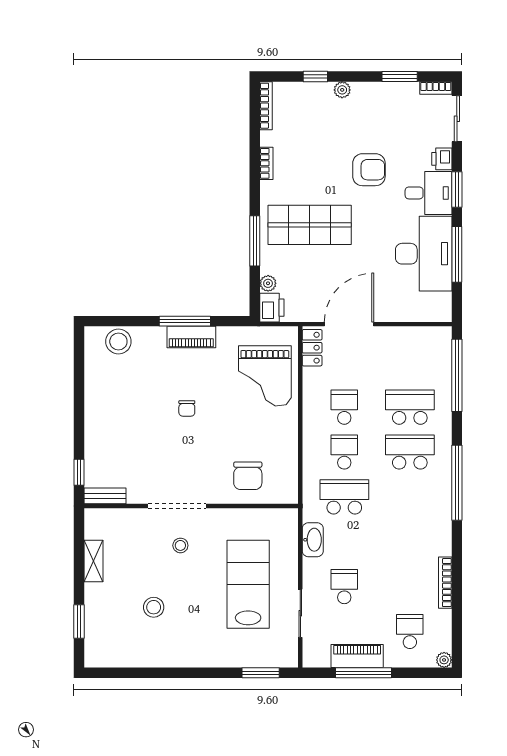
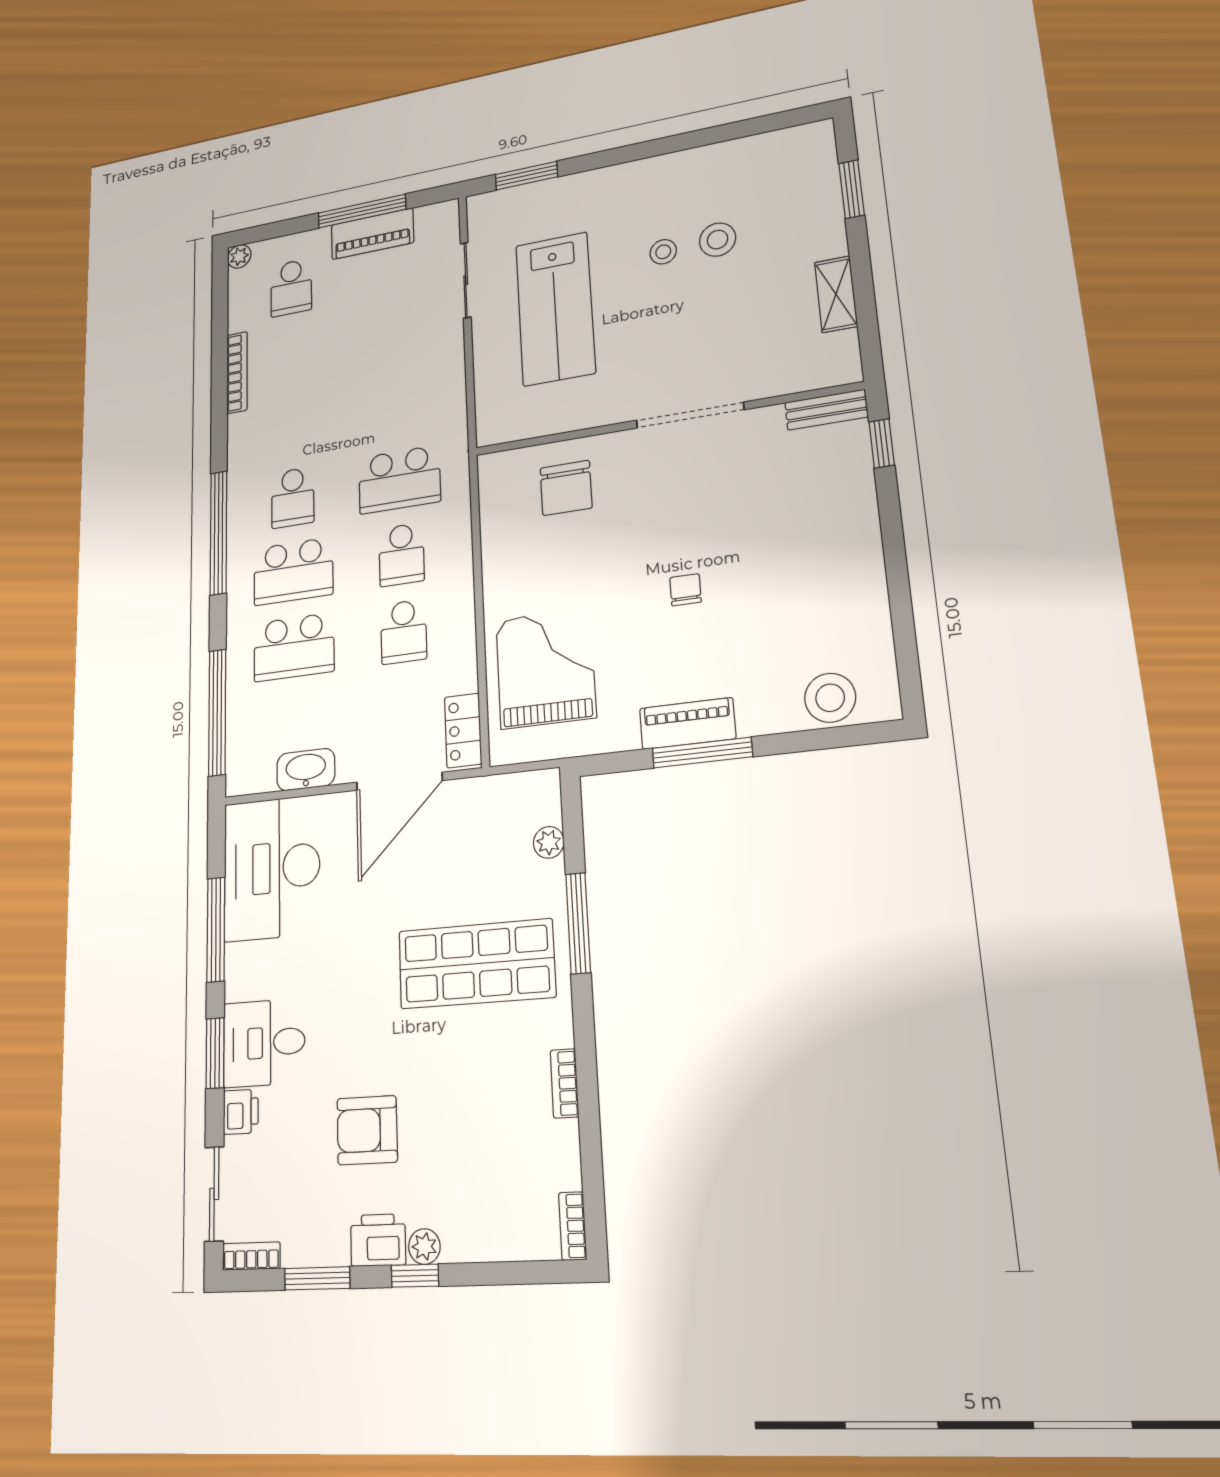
window: (315, 77) -> (415, 1276), moved
bookcase: (266, 106) -> (573, 1226), width x0.64
armchair: (369, 170) -> (367, 1130), moved
desk: (424, 254) -> (272, 868), moved
printer: (272, 308) -> (378, 1240), moved, turned 90
chair: (248, 476) -> (566, 488), turned 180
washbasin: (313, 540) -> (306, 770), moved, turned 90
stool: (180, 545) -> (663, 252), moved
school desk: (344, 587) -> (293, 497), moved

